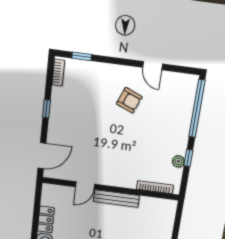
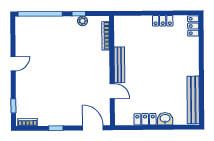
door: (153, 66) -> (13, 64), moved
armchair: (129, 100) -> (41, 66), removed

